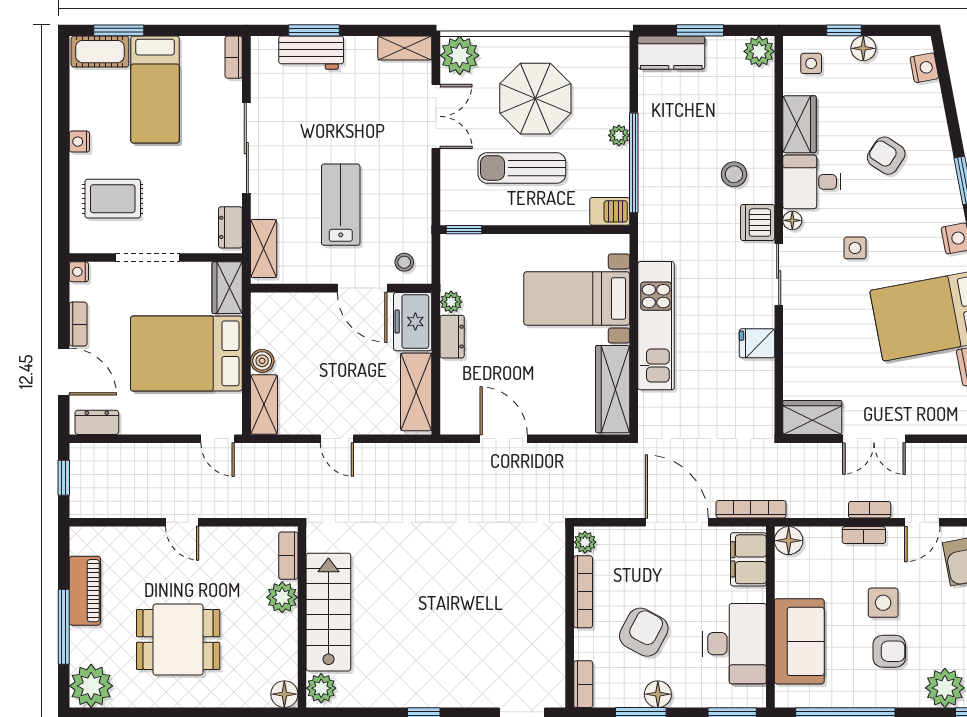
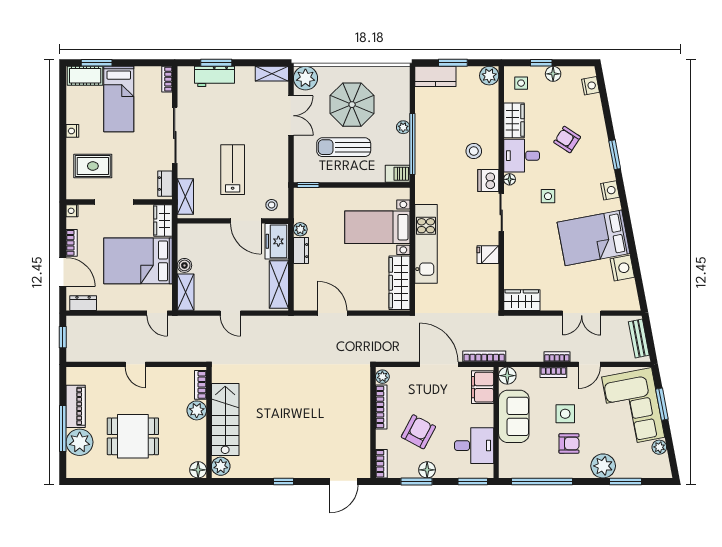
double door: (874, 439) -> (582, 313), moved
sofa: (799, 641) -> (514, 416), moved
desk: (734, 644) -> (474, 446), width x0.73
plant: (91, 686) -> (80, 442), moved

